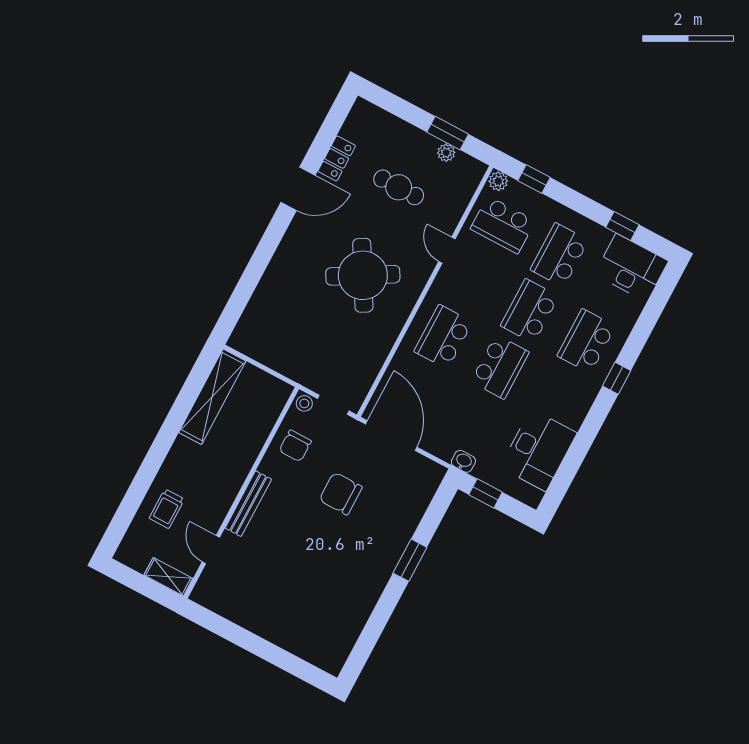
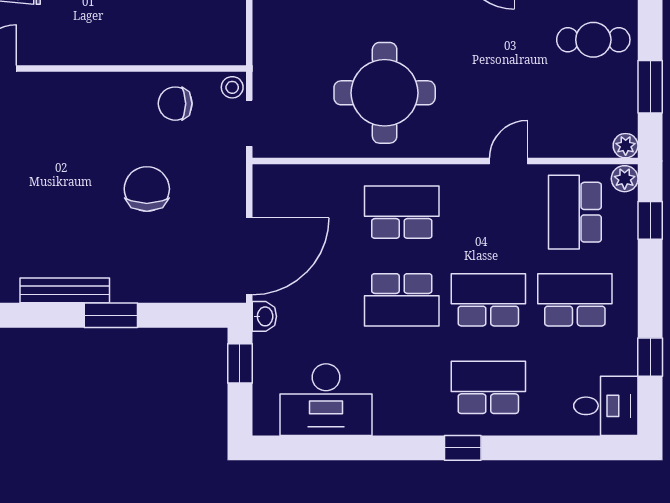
plant: (446, 153) -> (626, 146), moved
cafe table: (399, 187) -> (593, 40), moved, turned 90
desk: (631, 268) -> (606, 406), width x0.73
round table: (363, 275) -> (385, 93), moved, turned 30
door: (391, 436) -> (249, 256), moved
bench: (248, 504) -> (65, 290), moved

